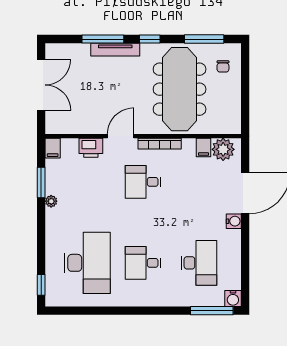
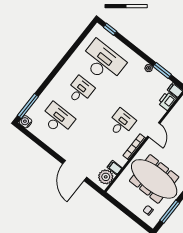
printer: (91, 148) -> (167, 101), moved
water cooler: (234, 221) -> (65, 153), removed
desk: (87, 263) -> (103, 62), turned 180
desk: (199, 263) -> (57, 119), turned 180

